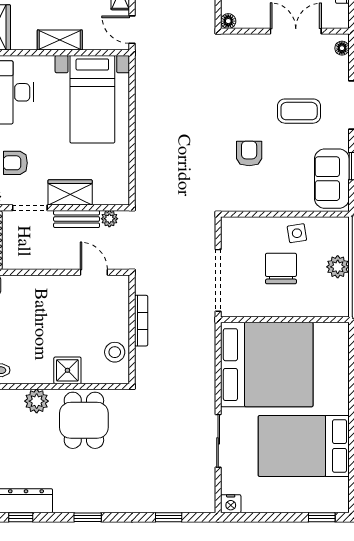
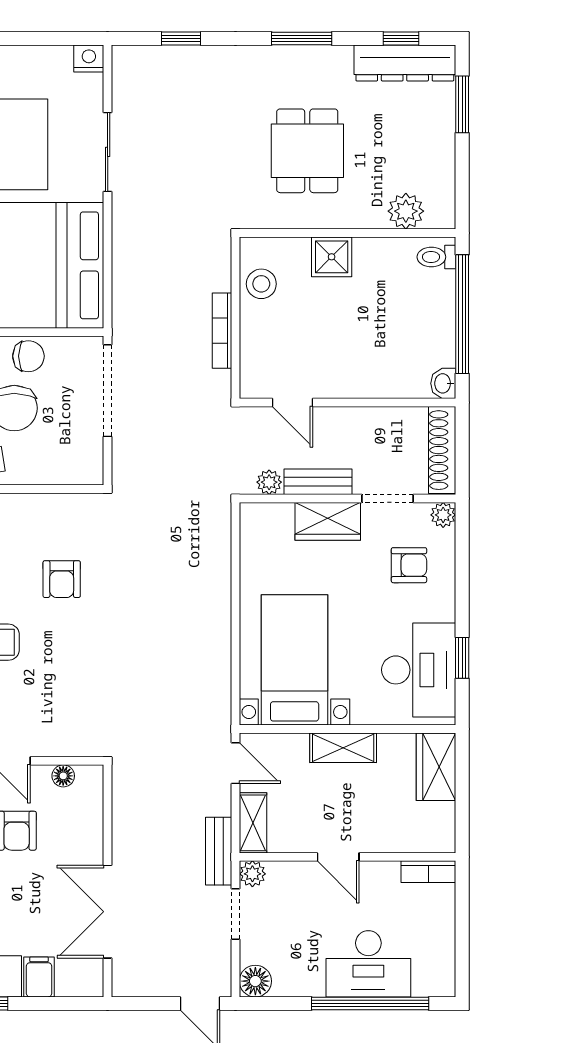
floor lamp: (228, 21) -> (63, 776), moved
chair: (271, 303) -> (28, 356), added
plant: (37, 401) -> (406, 211), moved
dining table: (84, 420) -> (307, 151), moved
window: (88, 517) -> (302, 38), width x1.50

